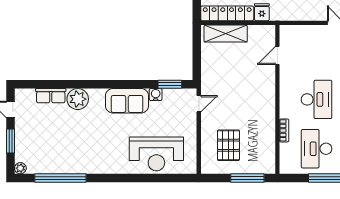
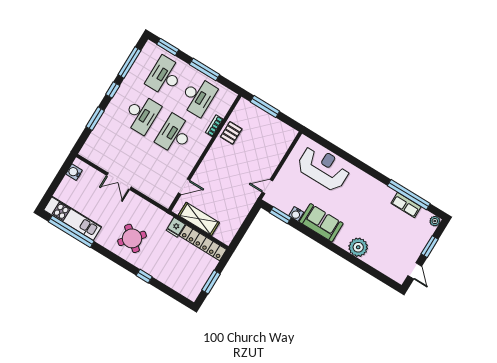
shelving: (226, 34) -> (199, 219), moved
row of seats: (51, 96) -> (406, 205), moved, turned 180
pallet: (228, 145) -> (231, 133), moved, width x0.67, depth x0.71

